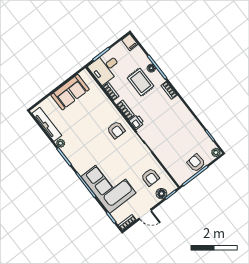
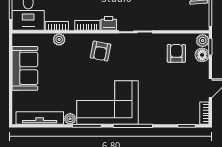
plant: (104, 99) -> (59, 39), added
armchair: (116, 130) -> (101, 51), turned 101
armchair: (150, 177) -> (176, 53), turned -90
corner sofa: (108, 185) -> (107, 102), moved
plant: (170, 187) -> (203, 41), added

